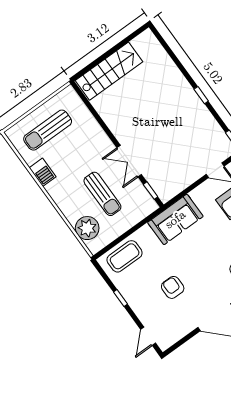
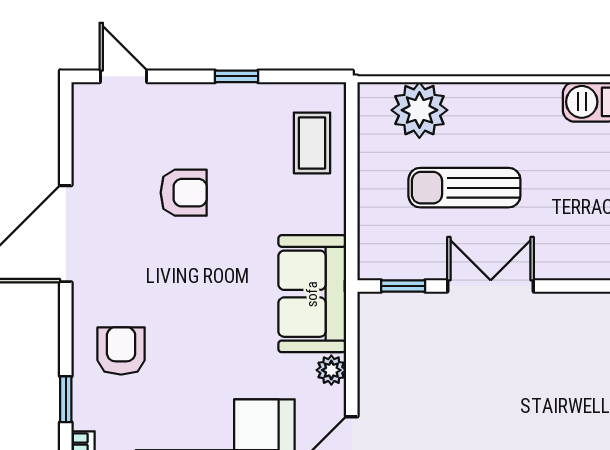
plant: (196, 194) -> (331, 370), added
coffee table: (125, 256) -> (312, 143), width x0.73, depth x0.77

